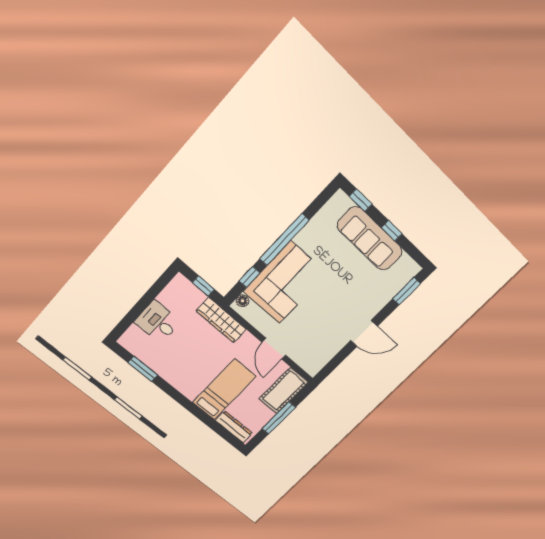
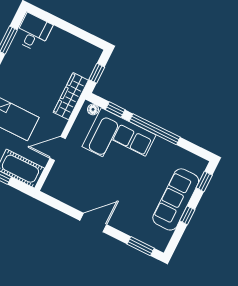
desk: (158, 322) -> (33, 32), moved
door: (364, 333) -> (93, 222), swing flipped

